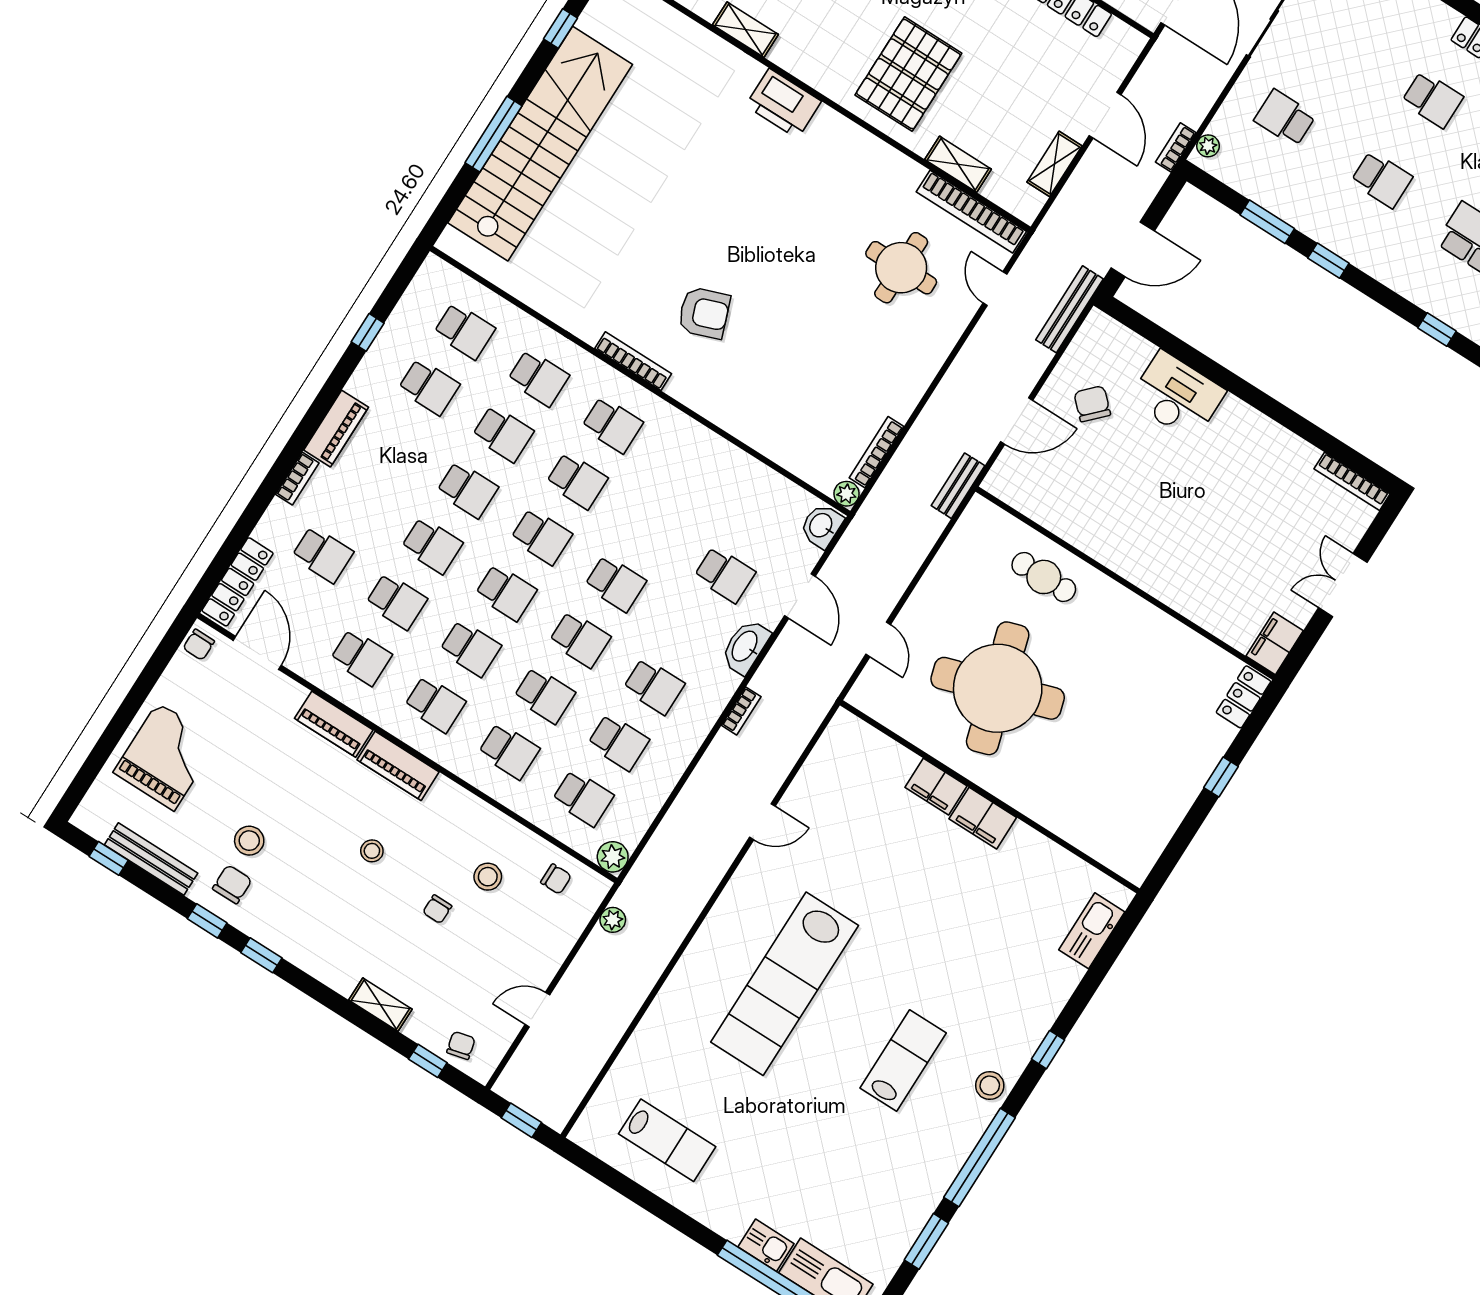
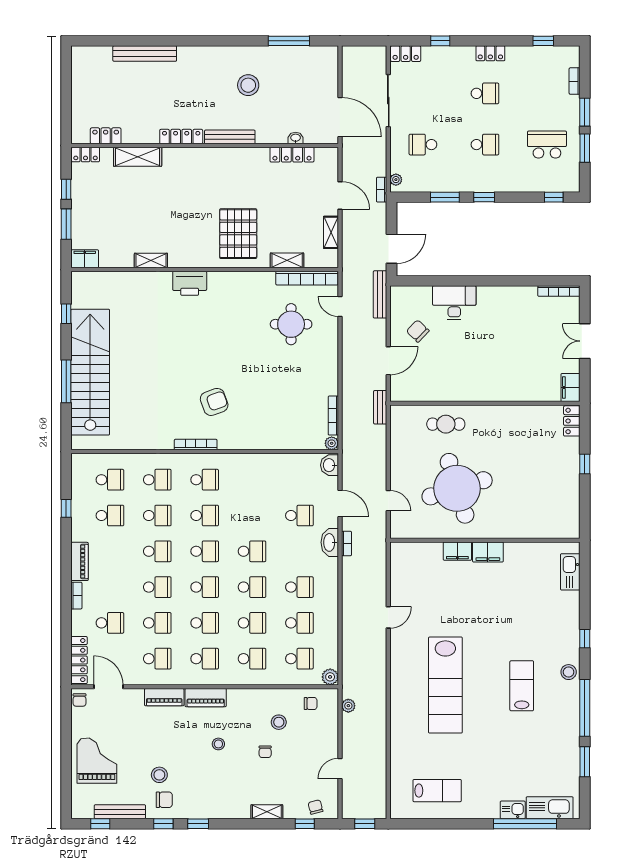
bookcase: (741, 711) -> (346, 544), moved
chair: (232, 884) -> (164, 800), turned 90

